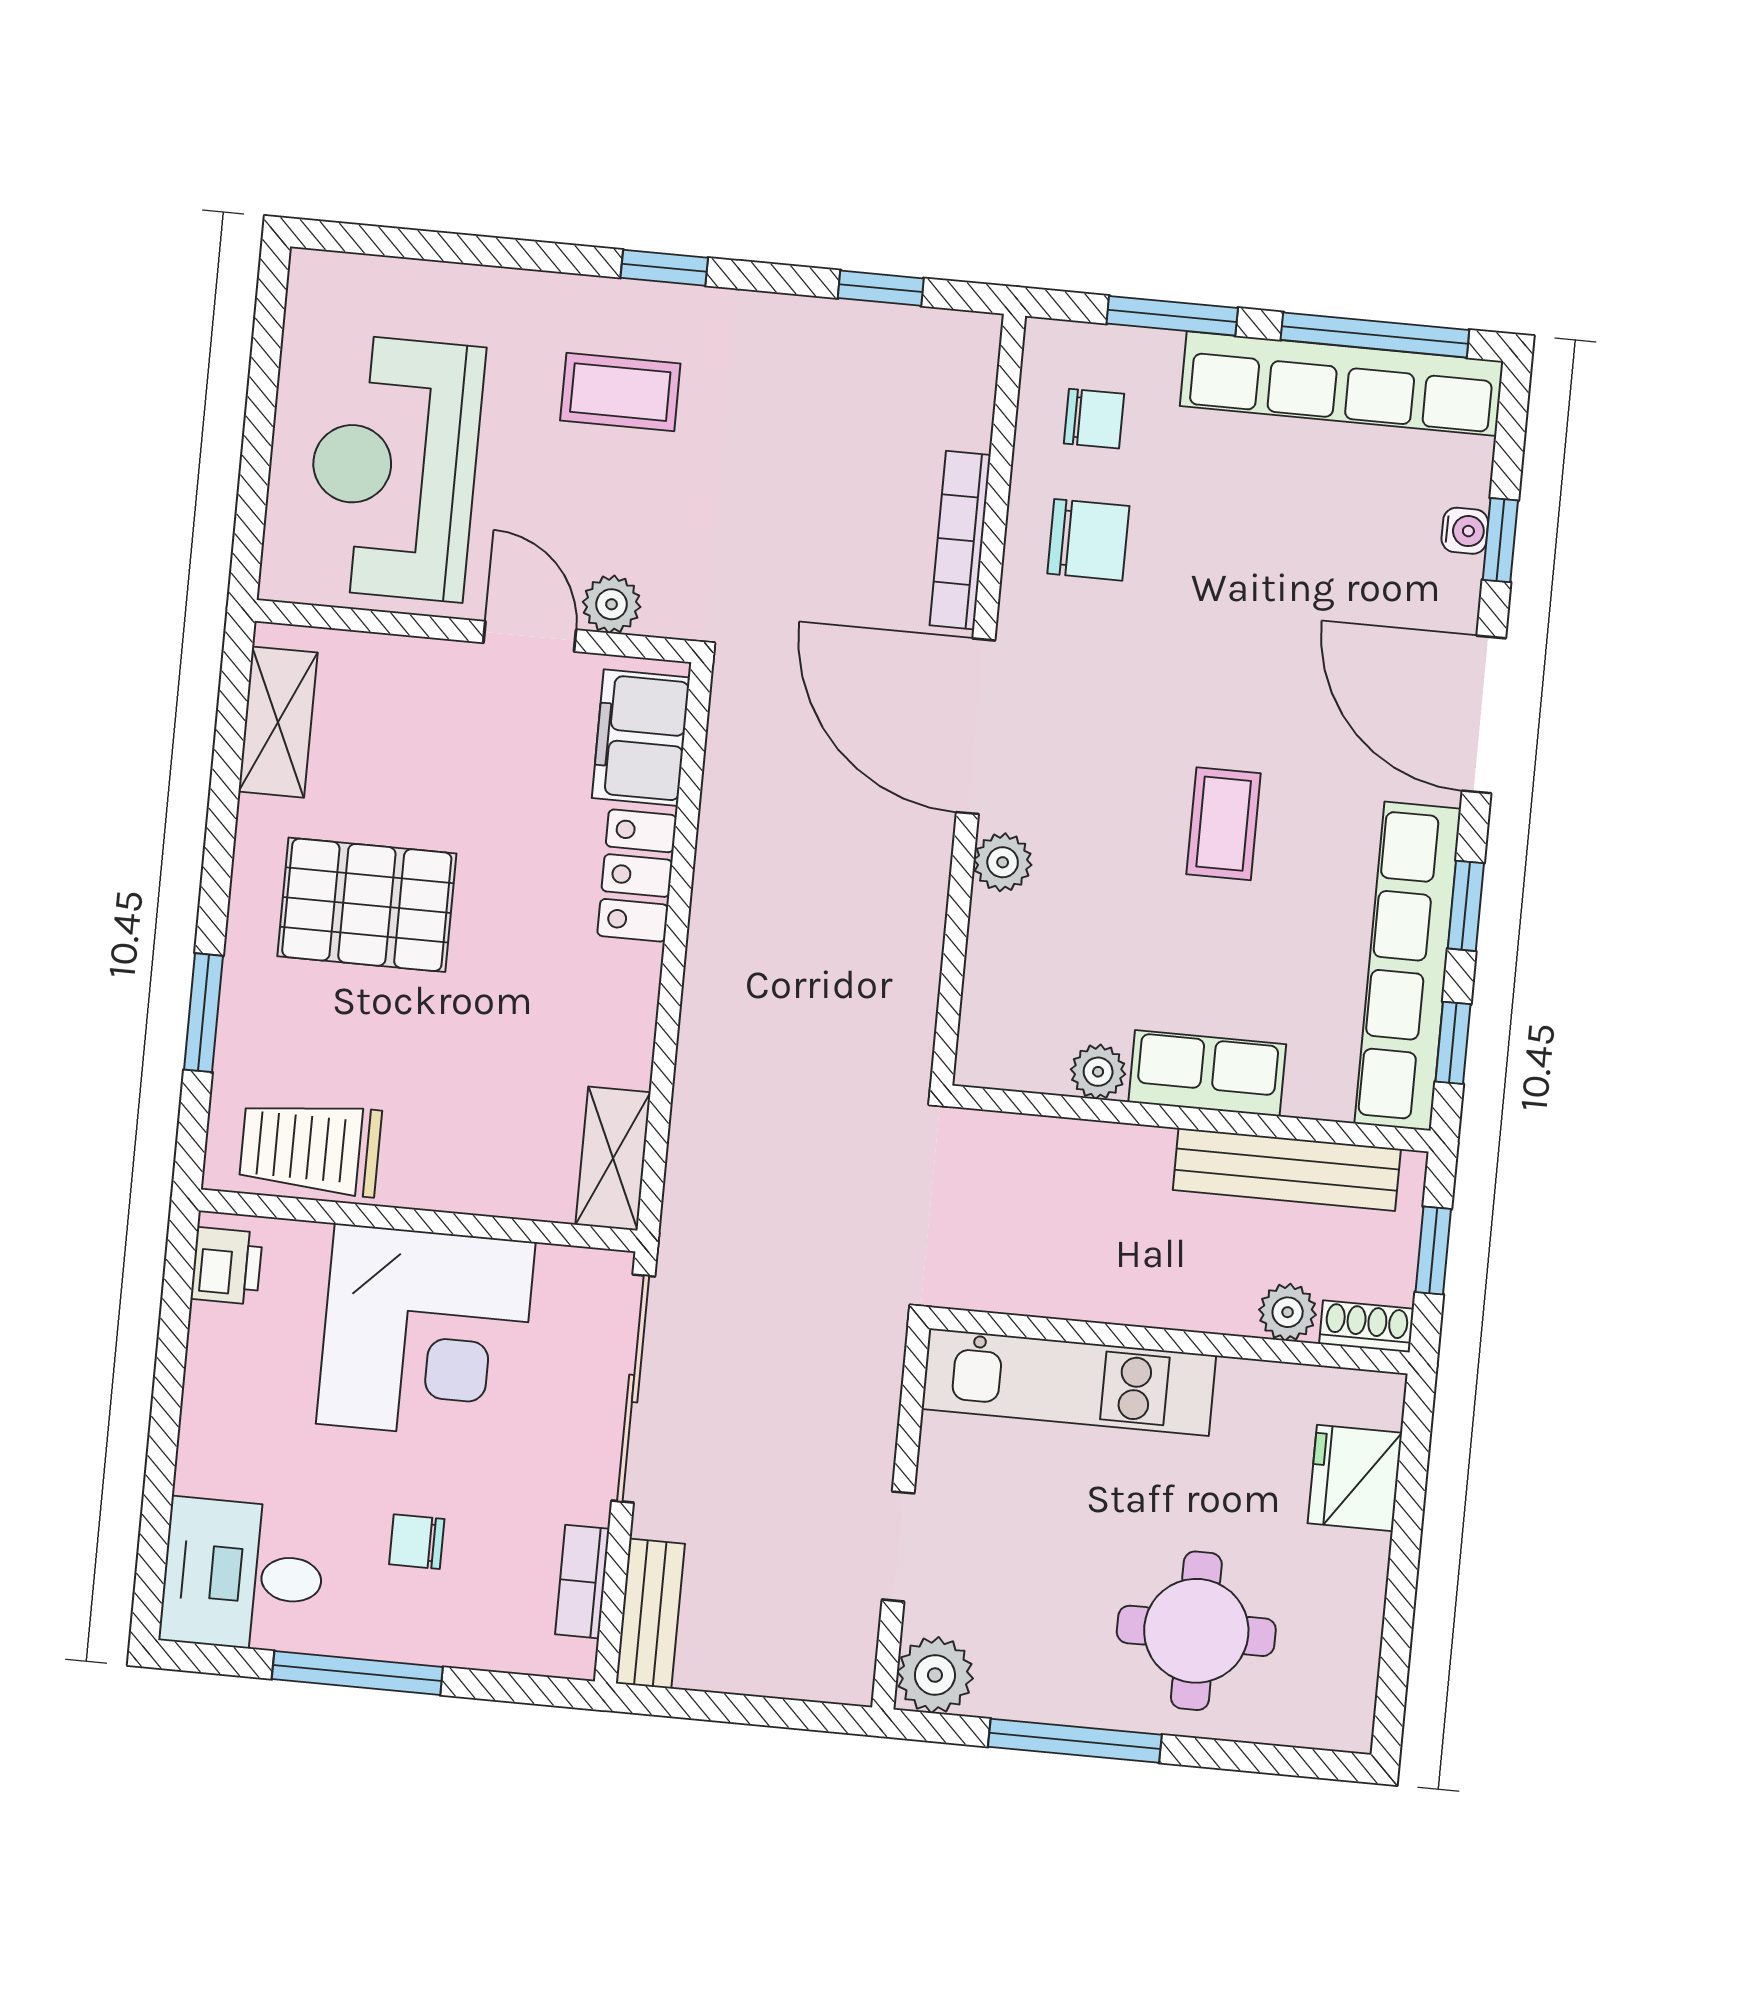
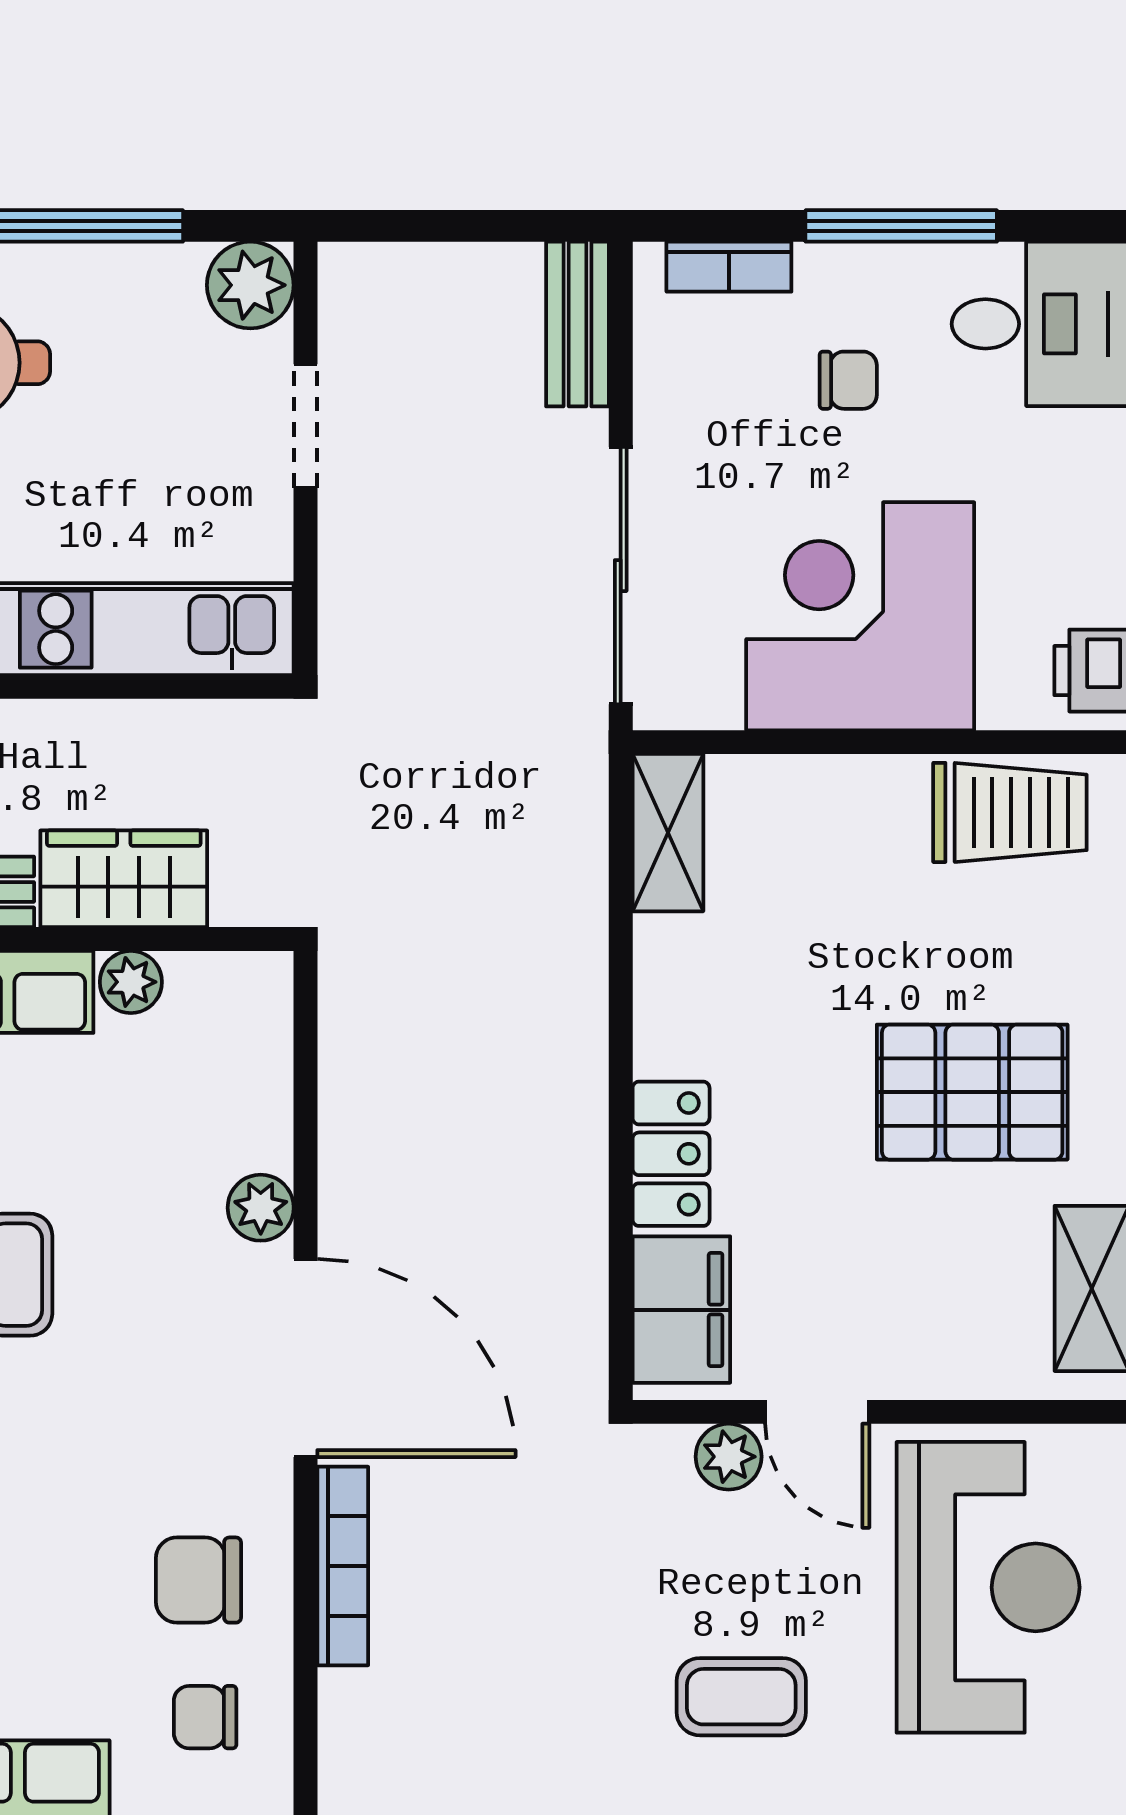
wardrobe: (1096, 1163) -> (124, 879), added
bookcase: (582, 1582) -> (729, 267), moved, turned 90

